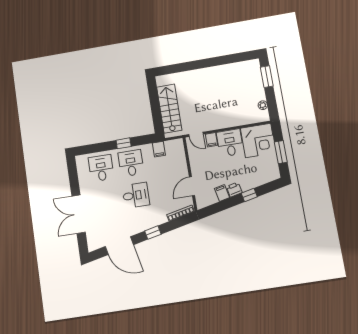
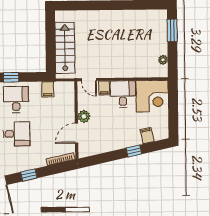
window: (281, 152) -> (173, 112), removed
plant: (197, 169) -> (84, 116), added
printer: (234, 190) -> (119, 143), removed
filing cabinet: (222, 193) -> (147, 136), moved

